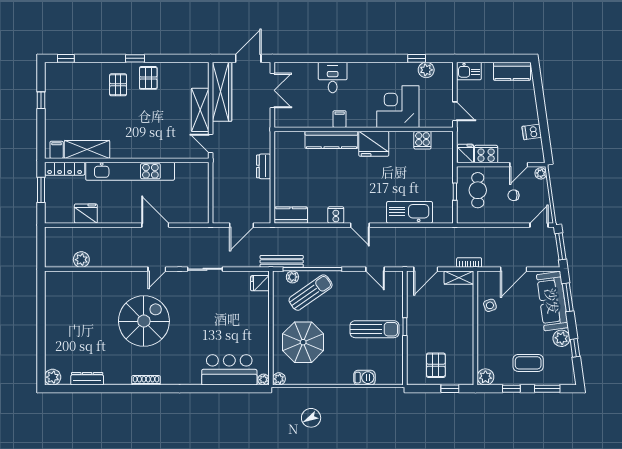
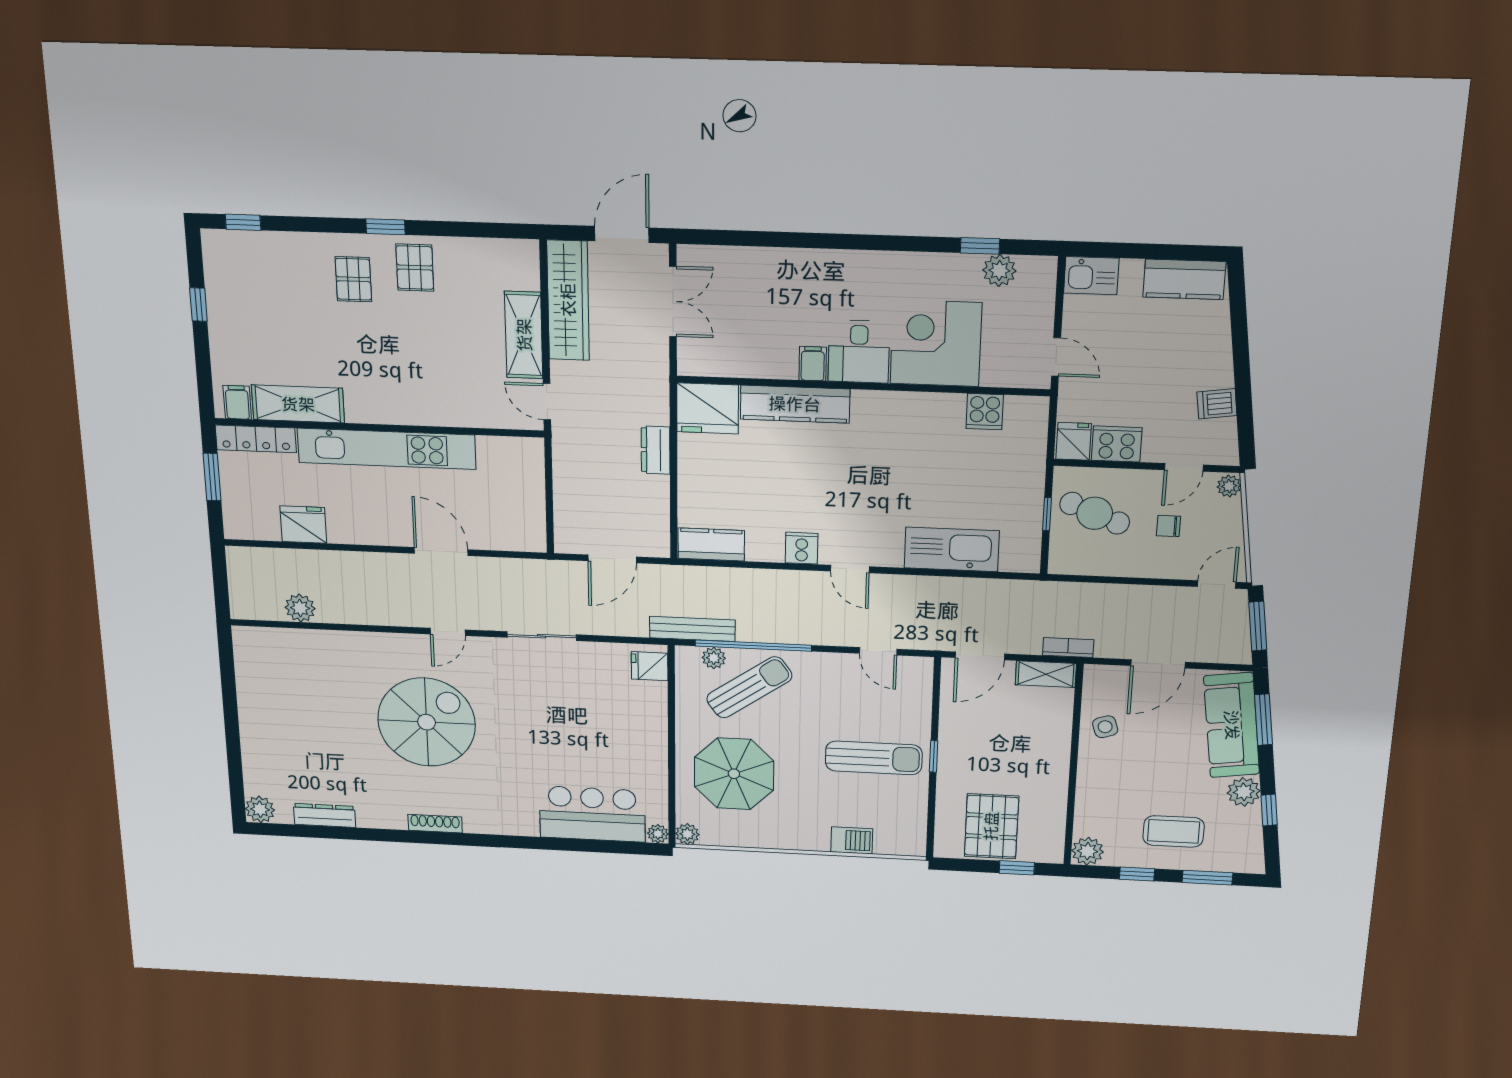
desk: (333, 77) -> (859, 352), moved, turned 180
fridge: (374, 144) -> (708, 408), moved
cafe table: (478, 190) -> (1095, 513), turned -68
pallet: (436, 365) -> (991, 826), width x1.50, depth x1.42

